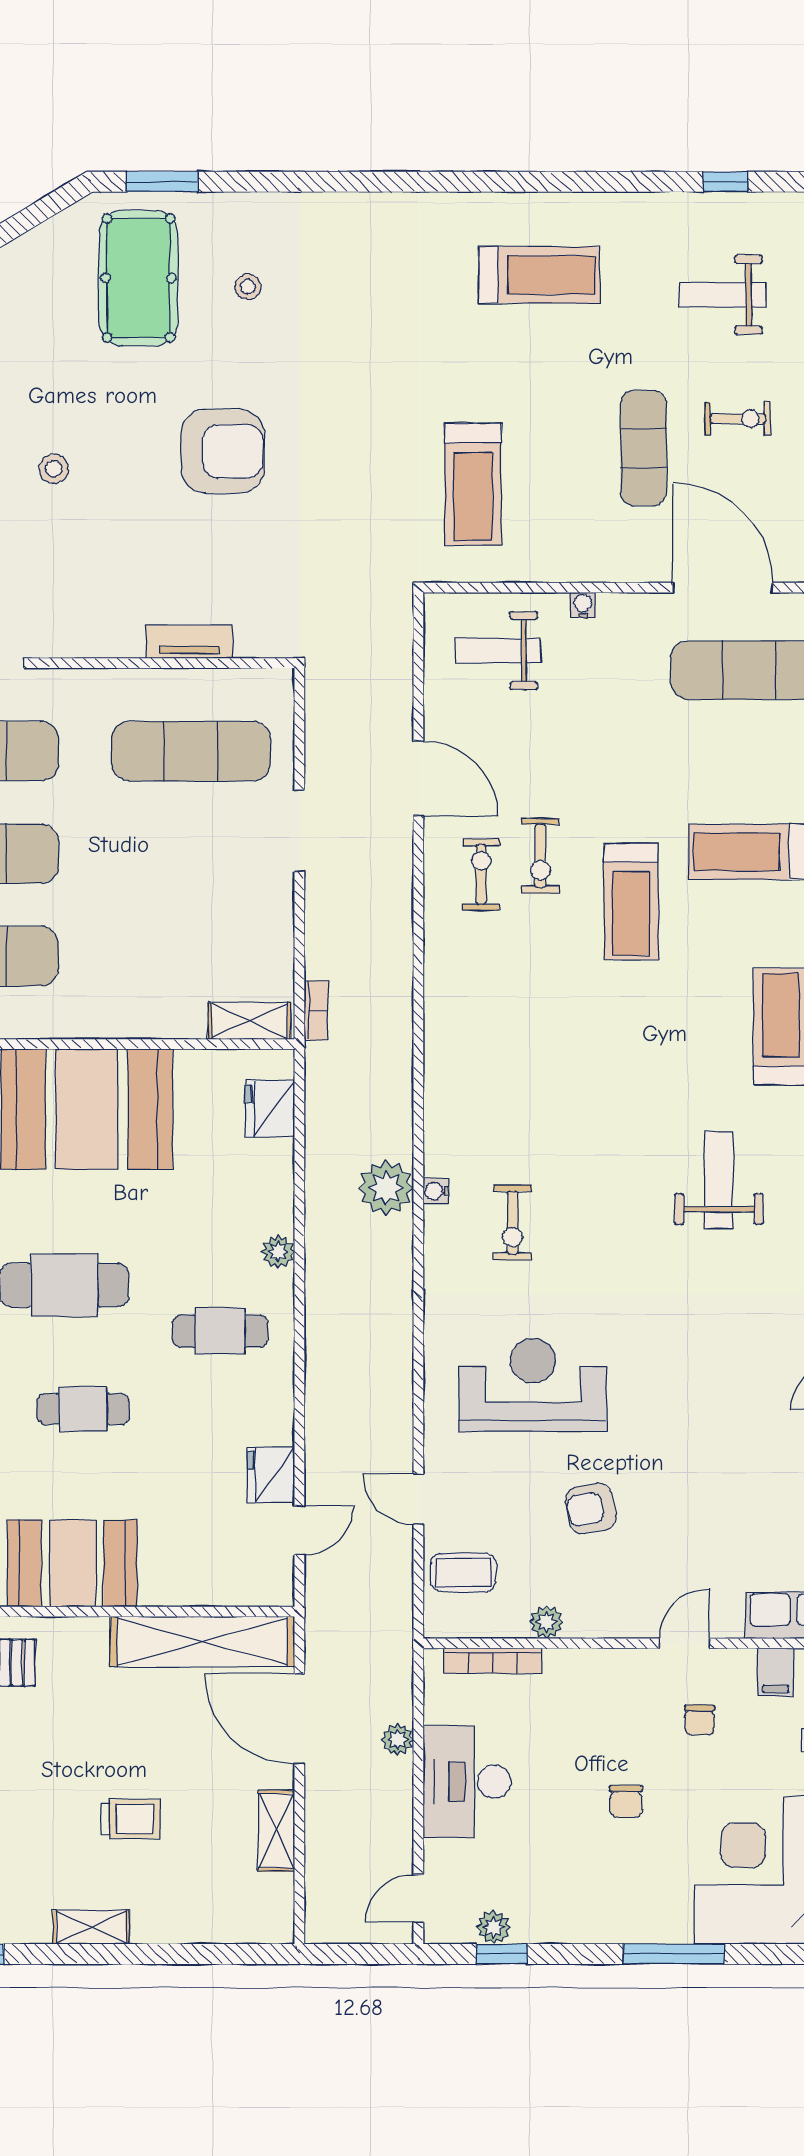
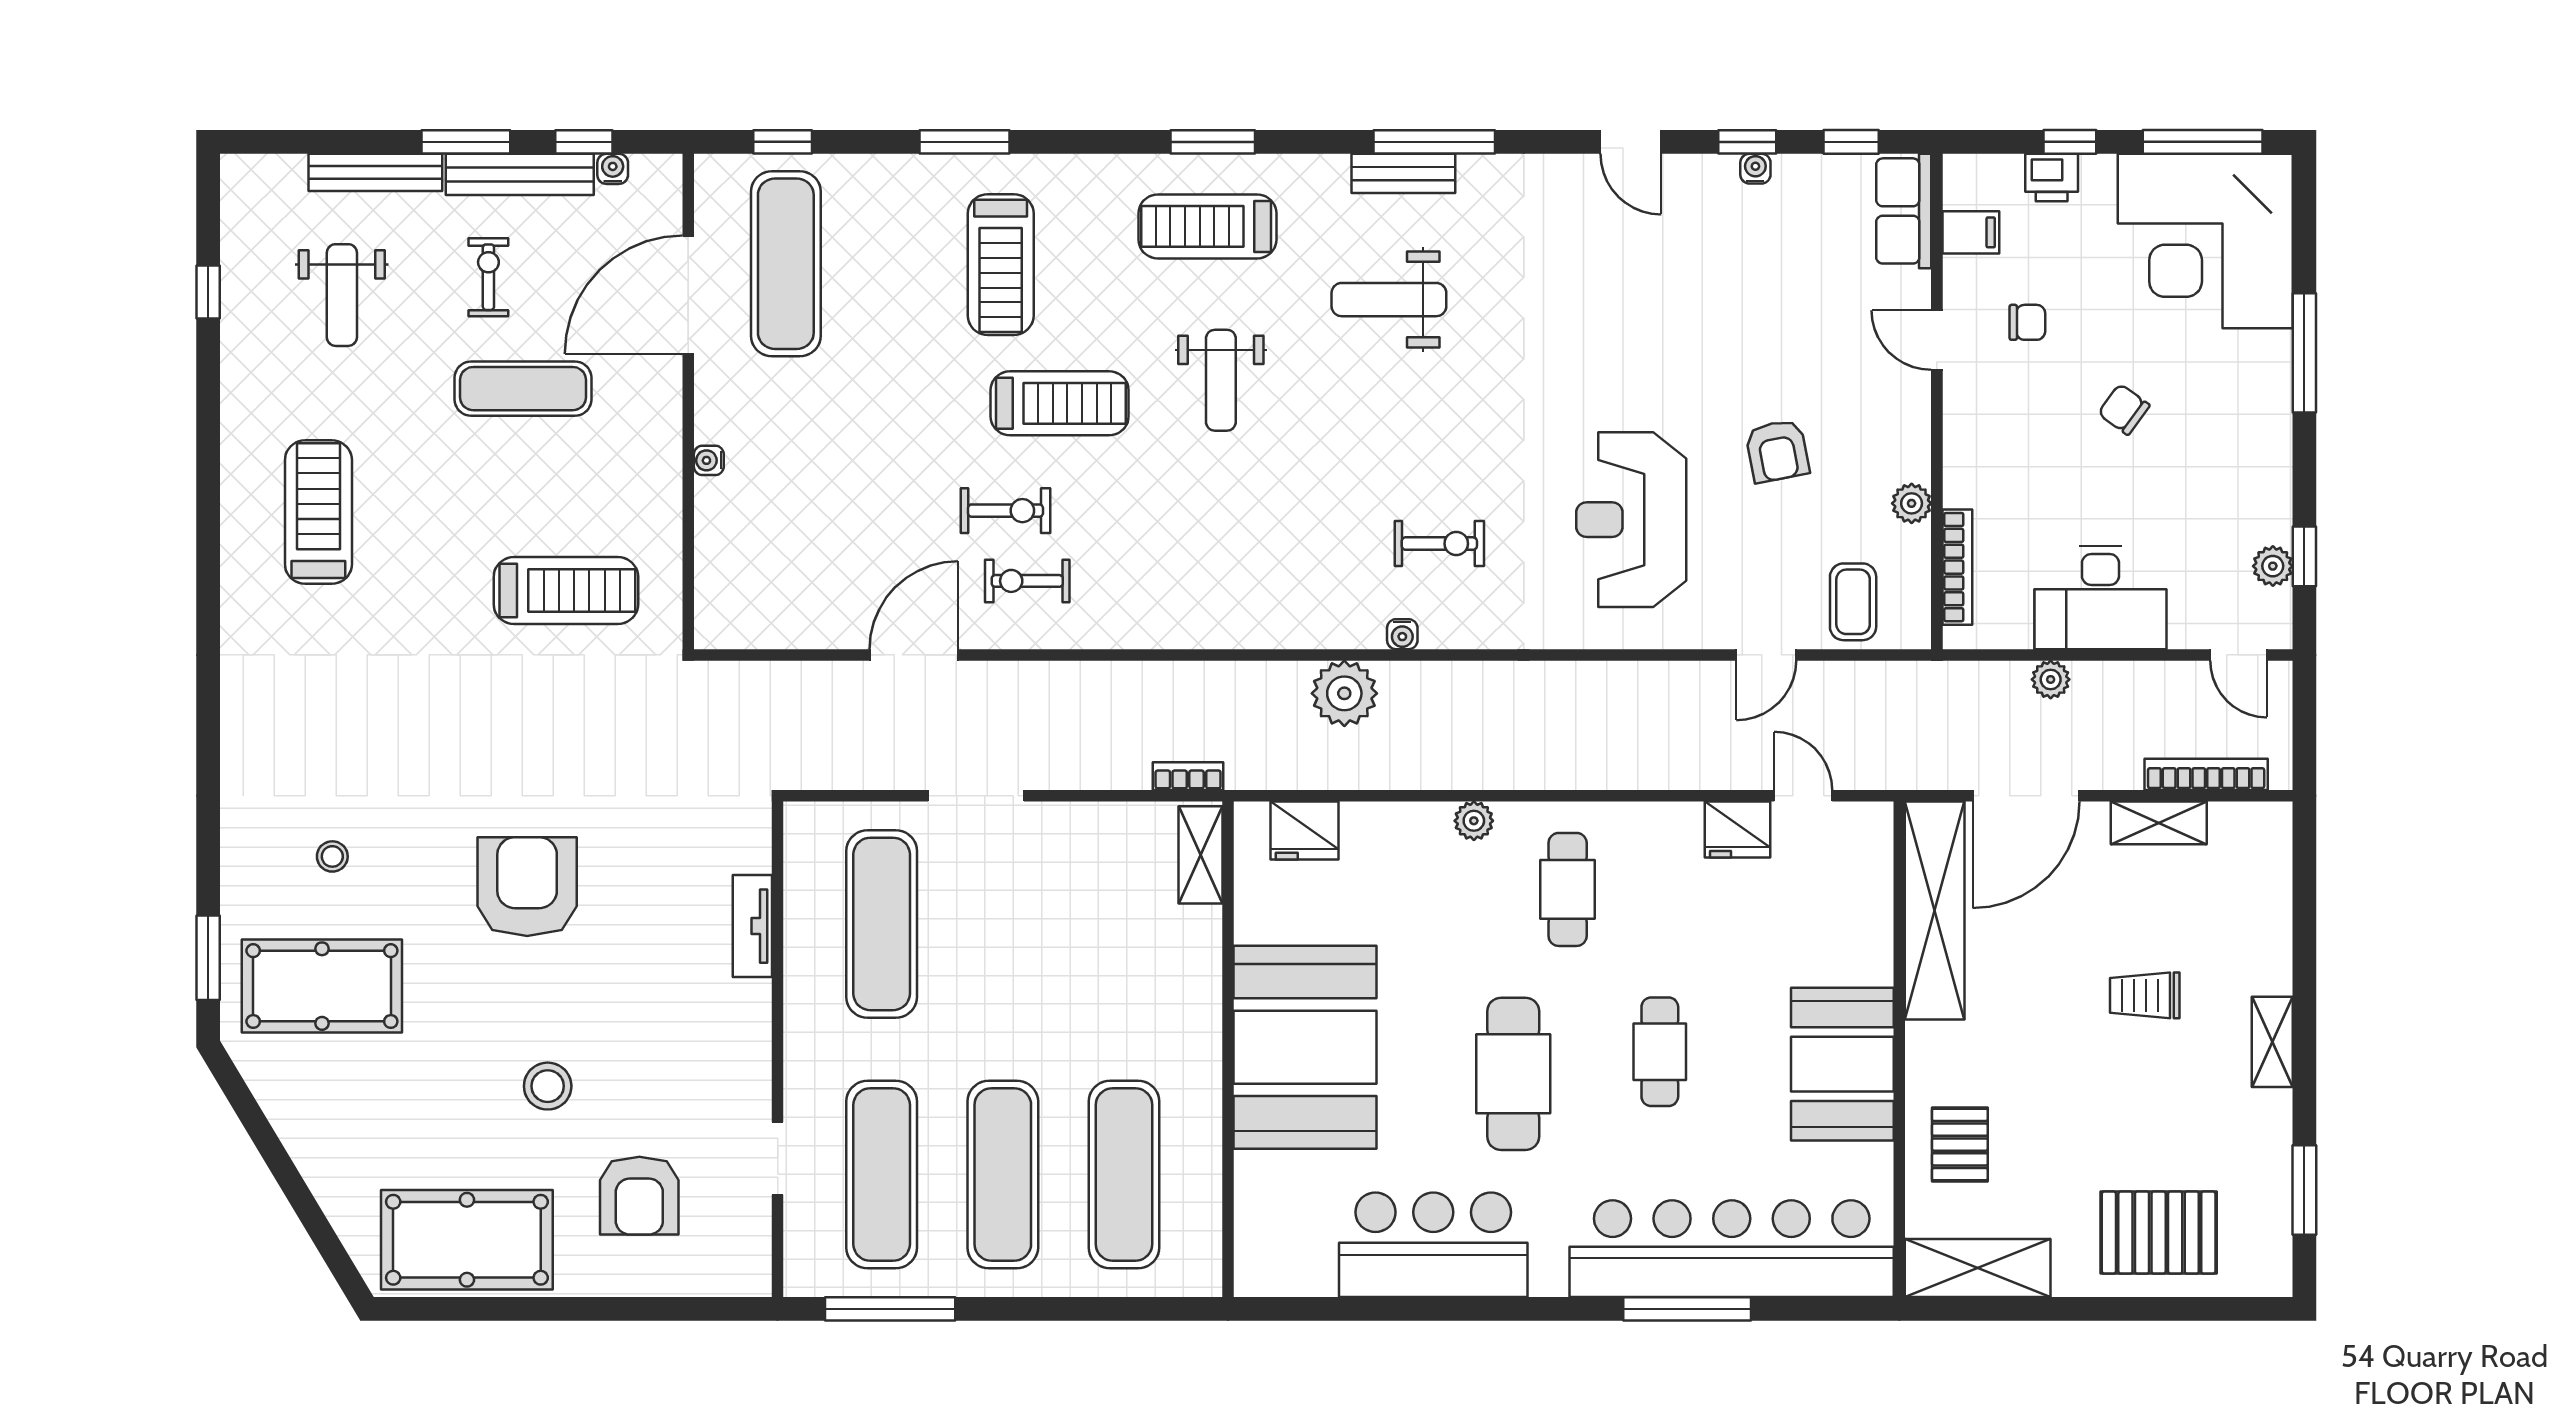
stool: (54, 469) -> (548, 1086), width x1.37, depth x1.37
weight bench: (498, 651) -> (1221, 380), moved
plant: (386, 1188) -> (1344, 693), moved
chair: (626, 1801) -> (2124, 409), turned -144
trolley: (131, 1819) -> (2145, 995), turned -90
bookcase: (317, 1871) -> (2206, 774), added

